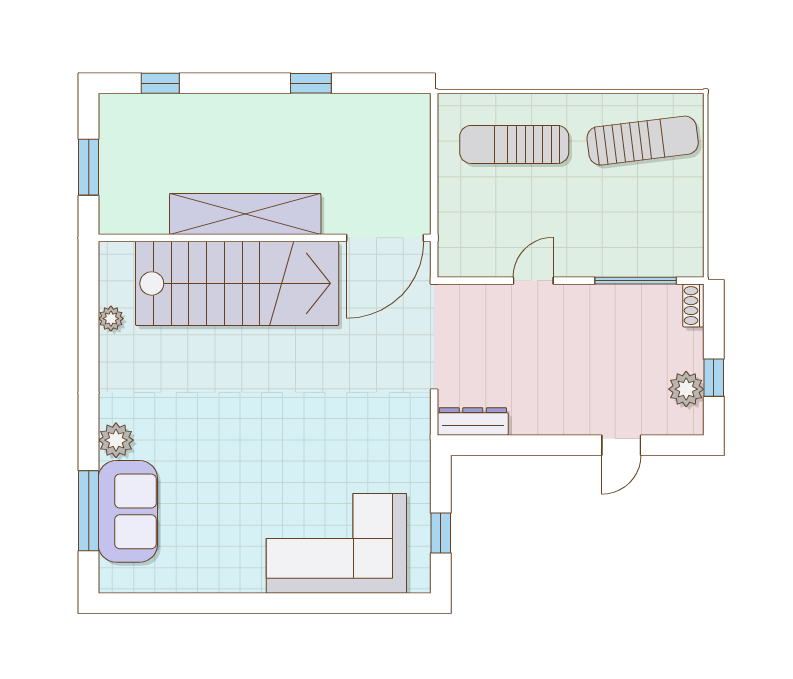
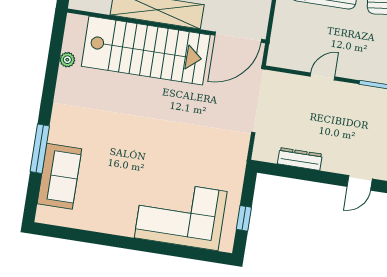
dresser: (473, 421) -> (300, 159), moved
plant: (116, 440) -> (59, 133), removed
window: (89, 511) -> (40, 149), moved

